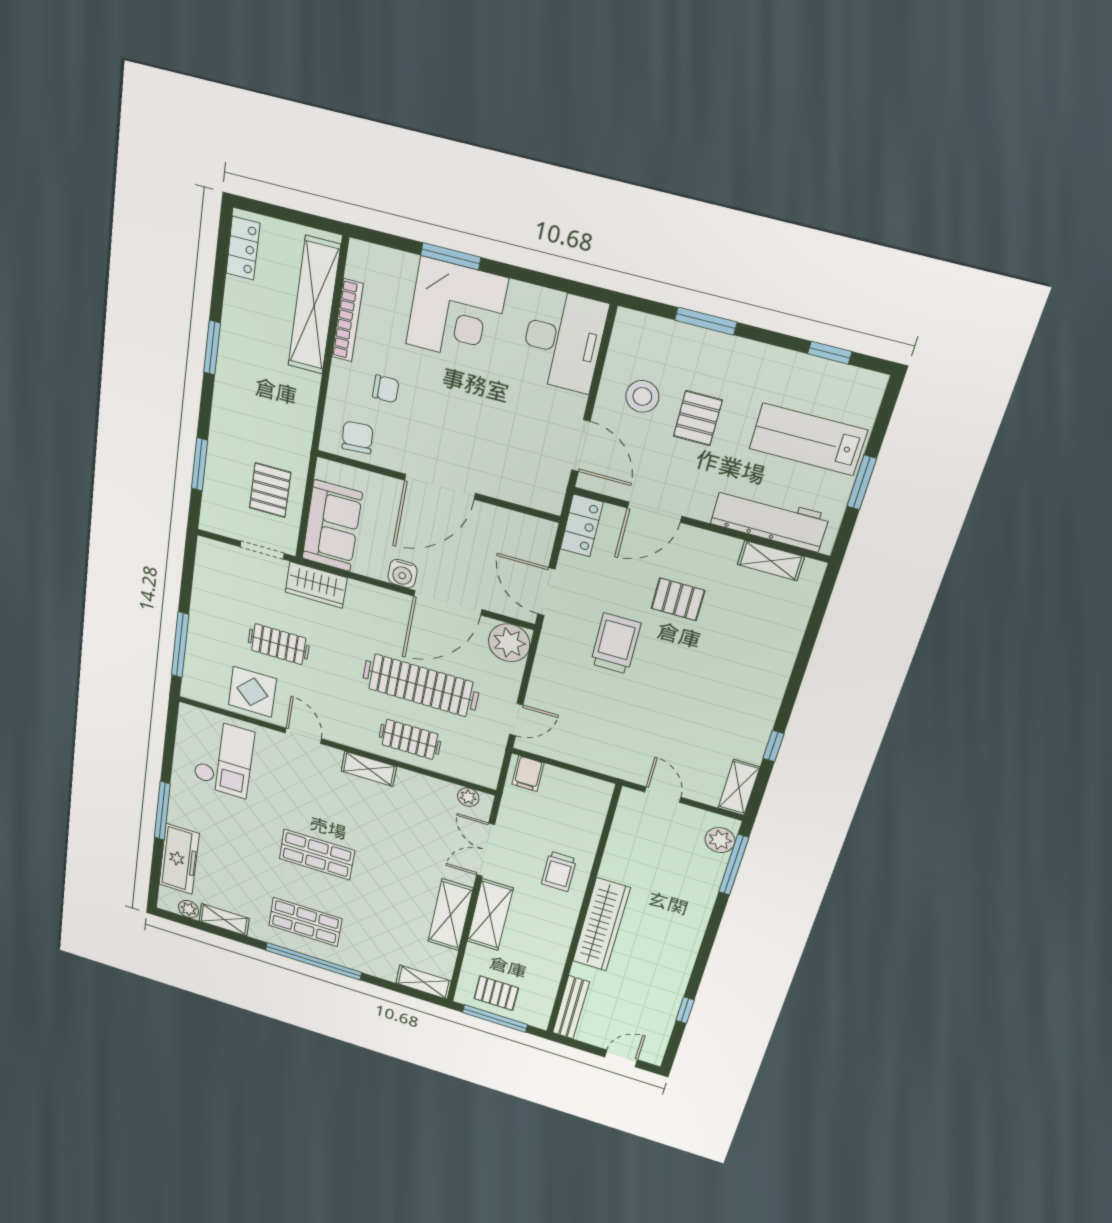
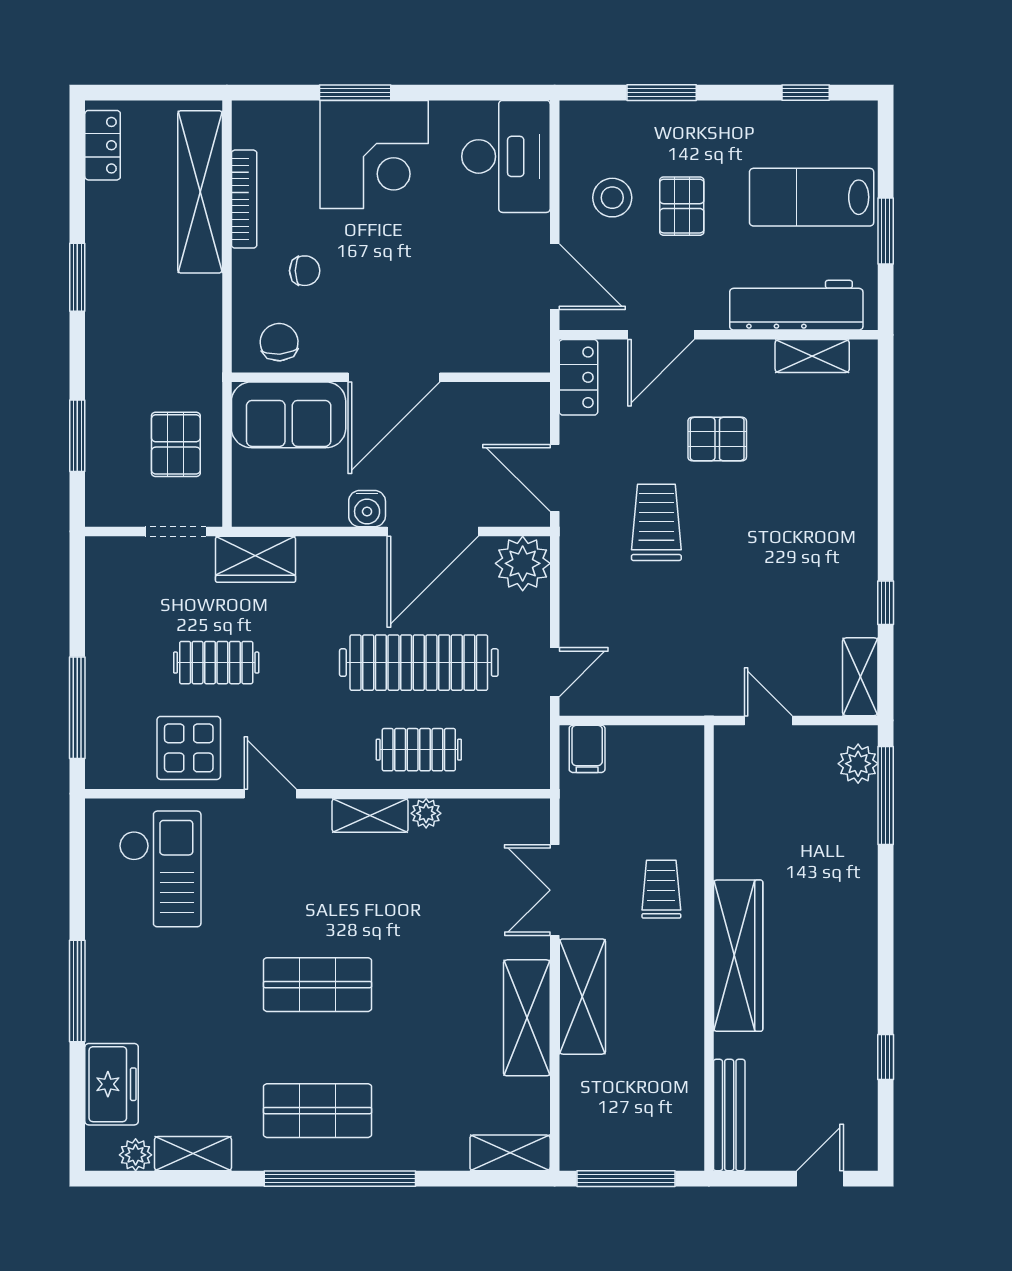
sofa: (332, 526) -> (289, 415), moved, turned 90
plant: (468, 797) -> (426, 813), moved
freezer: (179, 859) -> (112, 1084), width x0.71
trolley: (559, 871) -> (661, 889), turned 180
pallet: (496, 993) -> (619, 1132), removed

